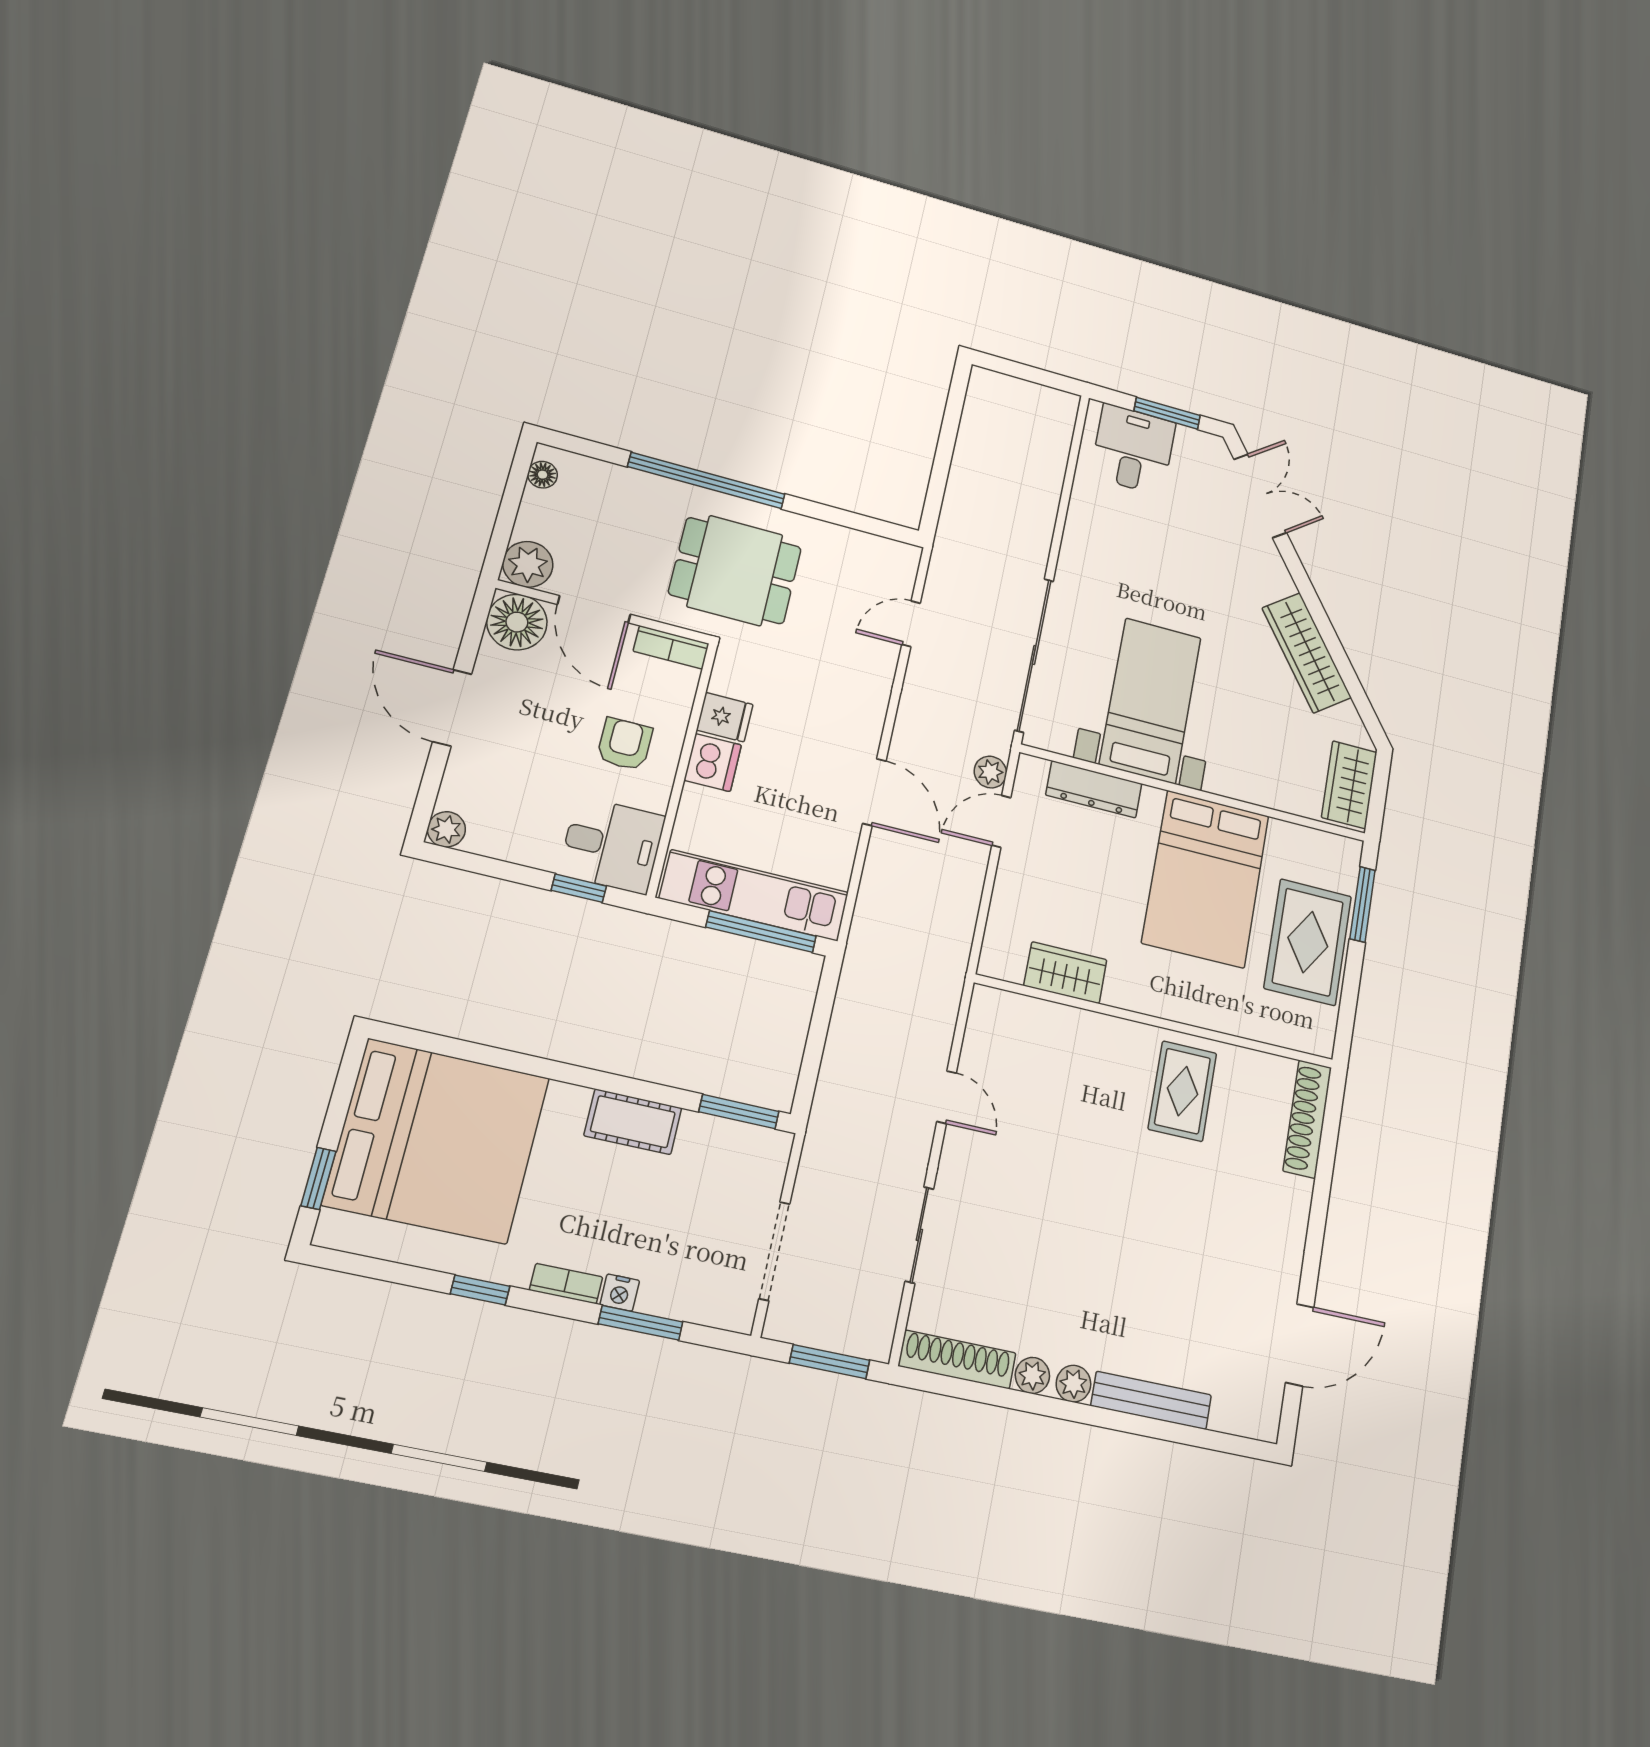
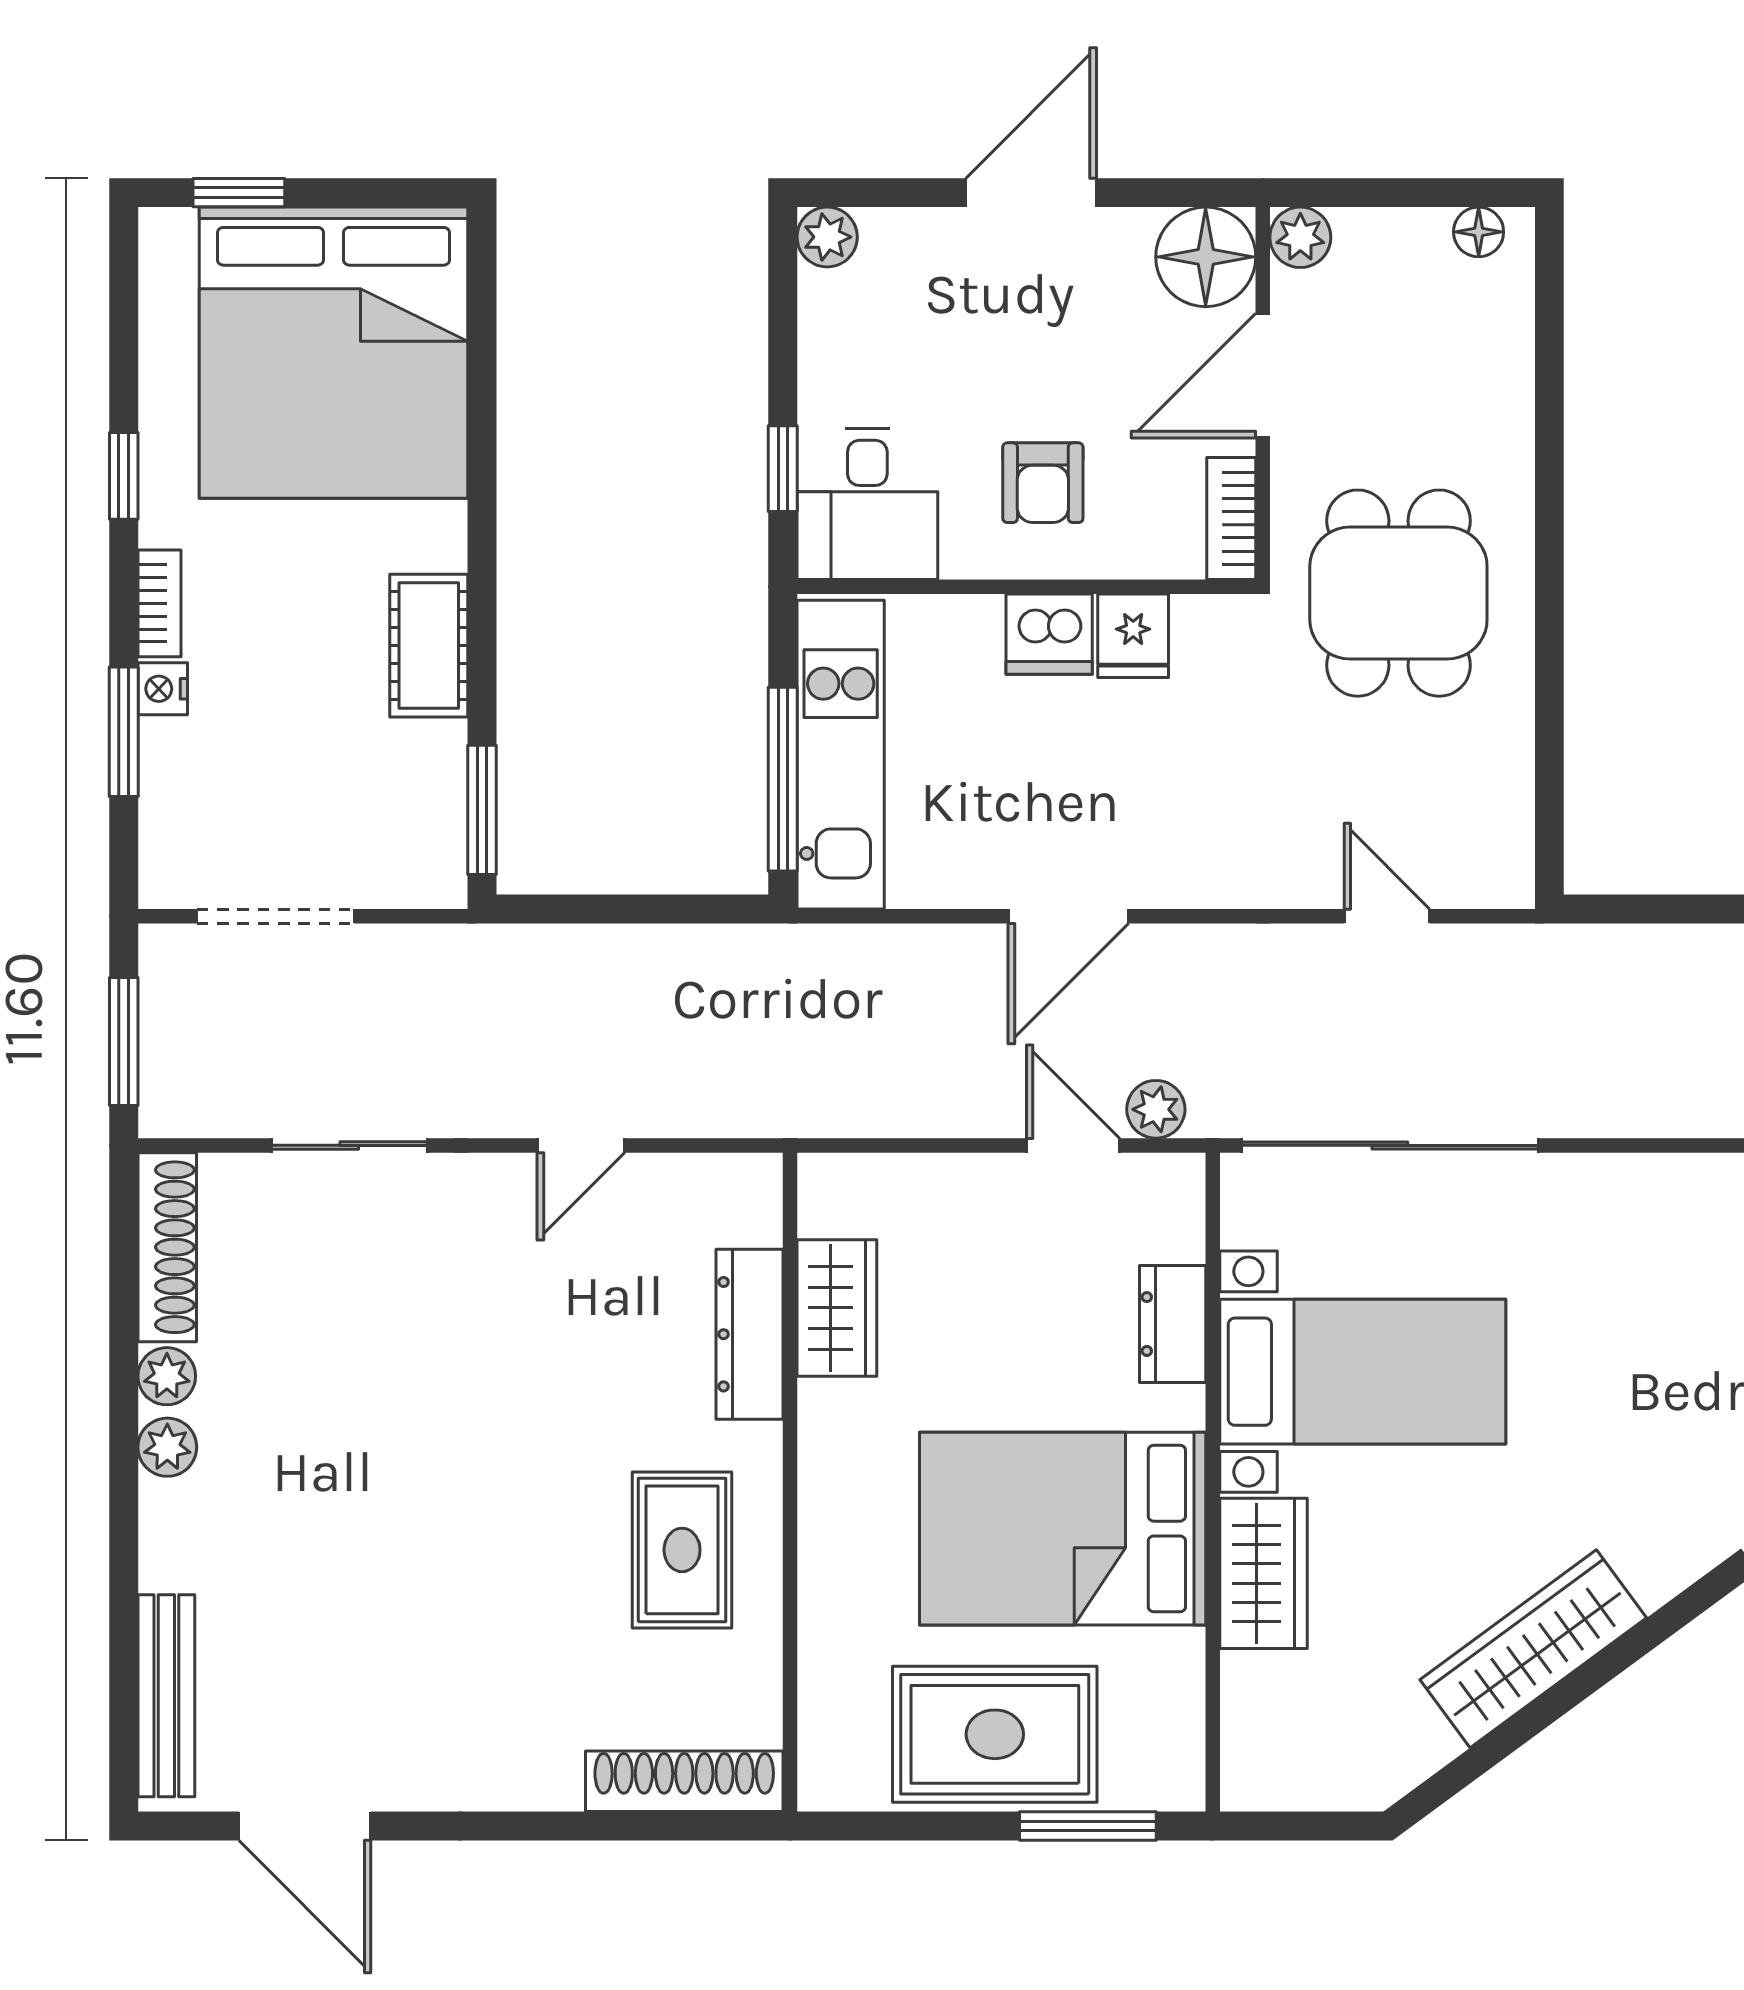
window: (707, 480) -> (1549, 507), removed
plant: (528, 564) -> (1300, 237), width x0.73, depth x0.73
armchair: (625, 744) -> (1043, 483), turned 90
wardrobe: (1349, 785) -> (1263, 1573), moved, turned 90
dresser: (1094, 789) -> (1173, 1324), width x0.70
dresser: (1071, 1025) -> (750, 1334), added
rug: (1182, 1091) -> (682, 1550), turned 90
bench: (1151, 1400) -> (166, 1696), moved

